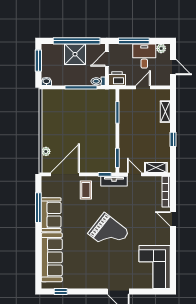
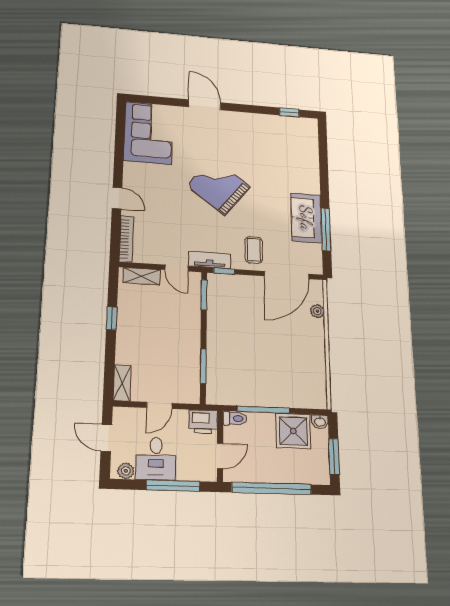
shower: (75, 54) -> (293, 431), moved
shelving: (165, 112) -> (122, 383), moved
sofa: (52, 257) -> (304, 159), removed

